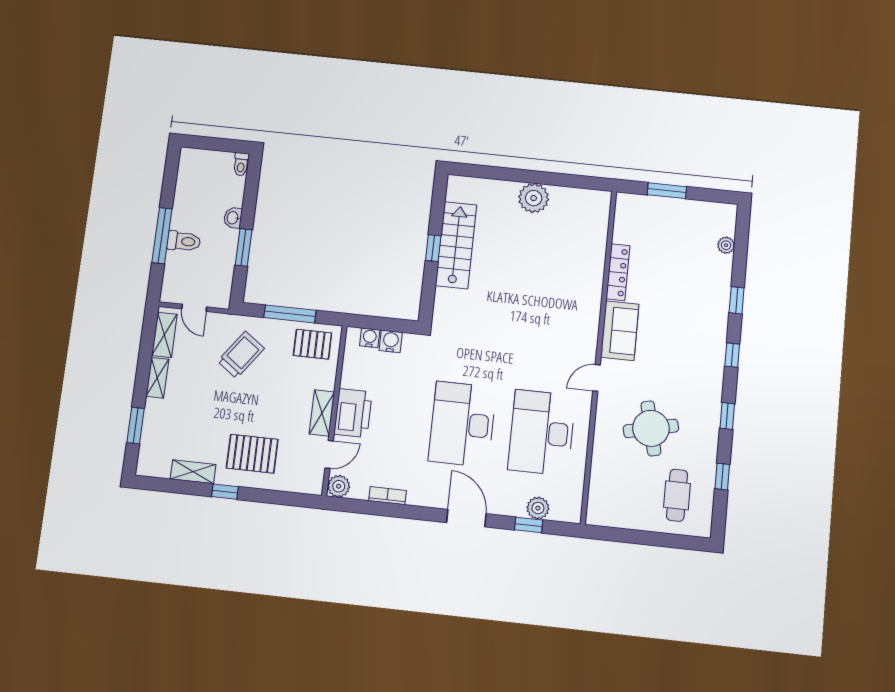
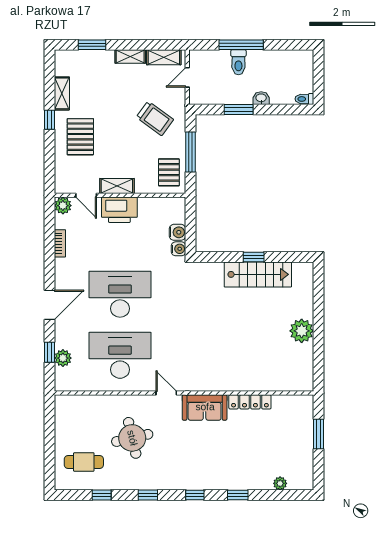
water cooler: (370, 338) -> (179, 249), moved

